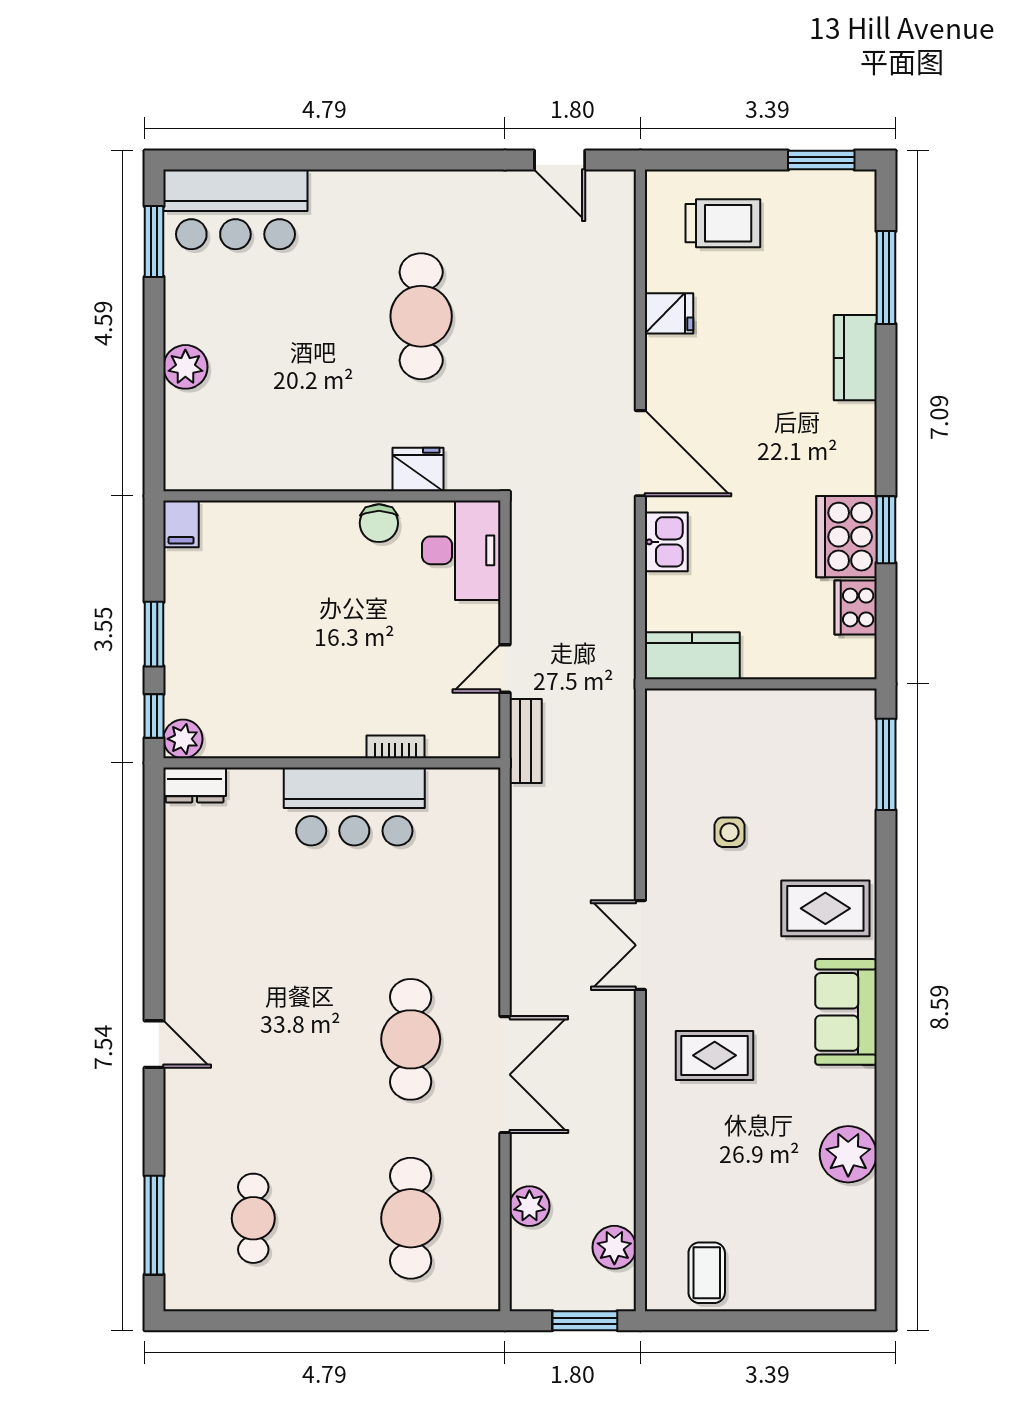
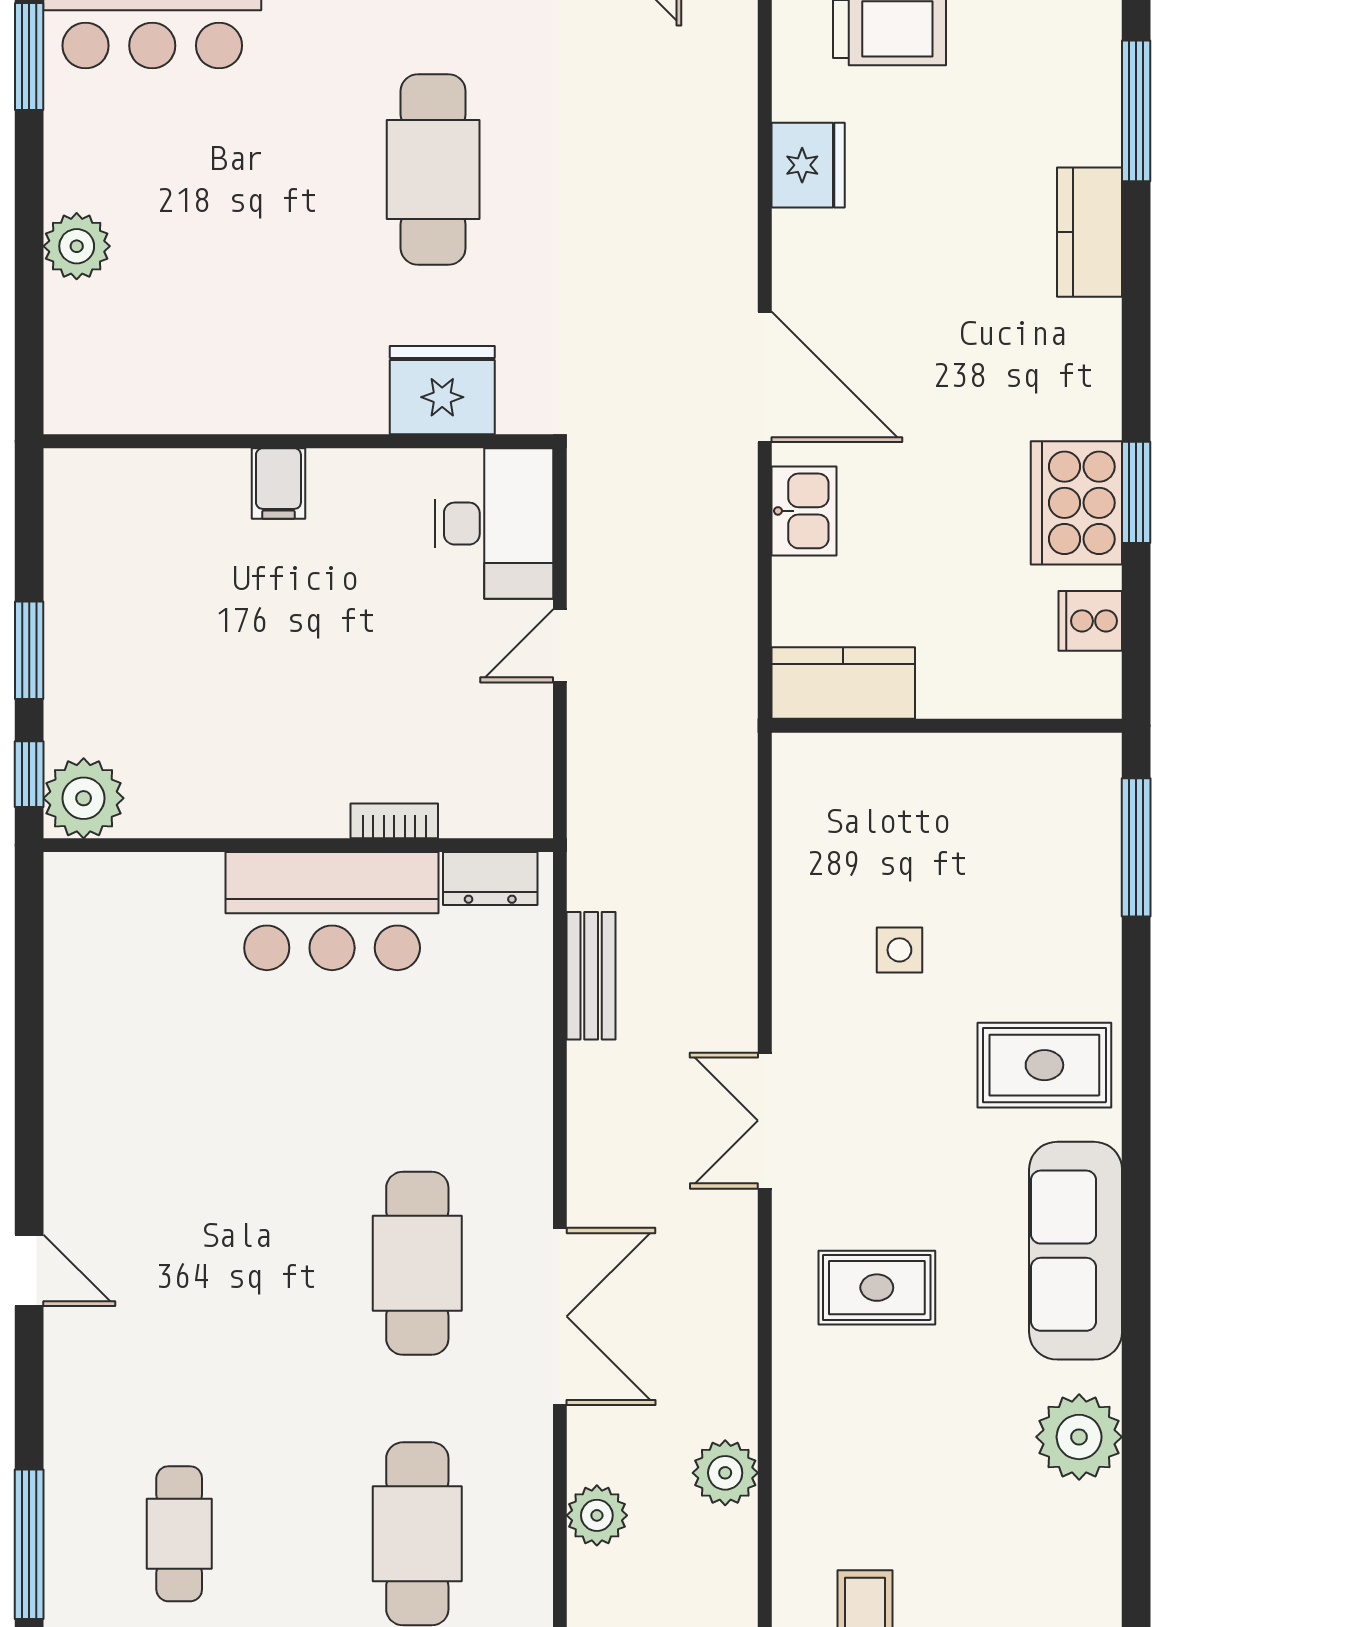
fridge: (669, 313) -> (808, 165), width x1.38
fridge: (418, 469) -> (442, 390), width x1.36, depth x1.34
chair: (379, 523) -> (369, 483), removed
filing cabinet: (181, 524) -> (278, 484), moved
cooker: (856, 607) -> (1090, 621), width x0.73
door: (505, 669) -> (560, 646), moved
plant: (183, 739) -> (84, 798), width x1.36, depth x1.36
bench: (526, 741) -> (591, 976), moved
dresser: (195, 785) -> (490, 879), moved
sofa: (846, 1012) -> (1076, 1251), width x1.36
plant: (614, 1247) -> (725, 1473), moved

